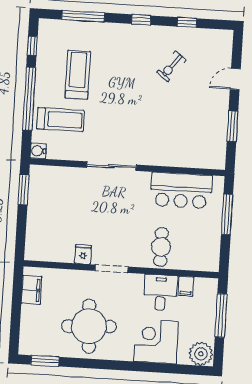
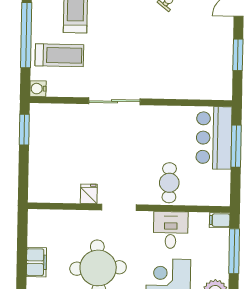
bar counter: (181, 190) -> (214, 138), moved, turned 90
filing cabinet: (186, 286) -> (220, 220), moved, turned 90
filing cabinet: (32, 290) -> (36, 262), moved

